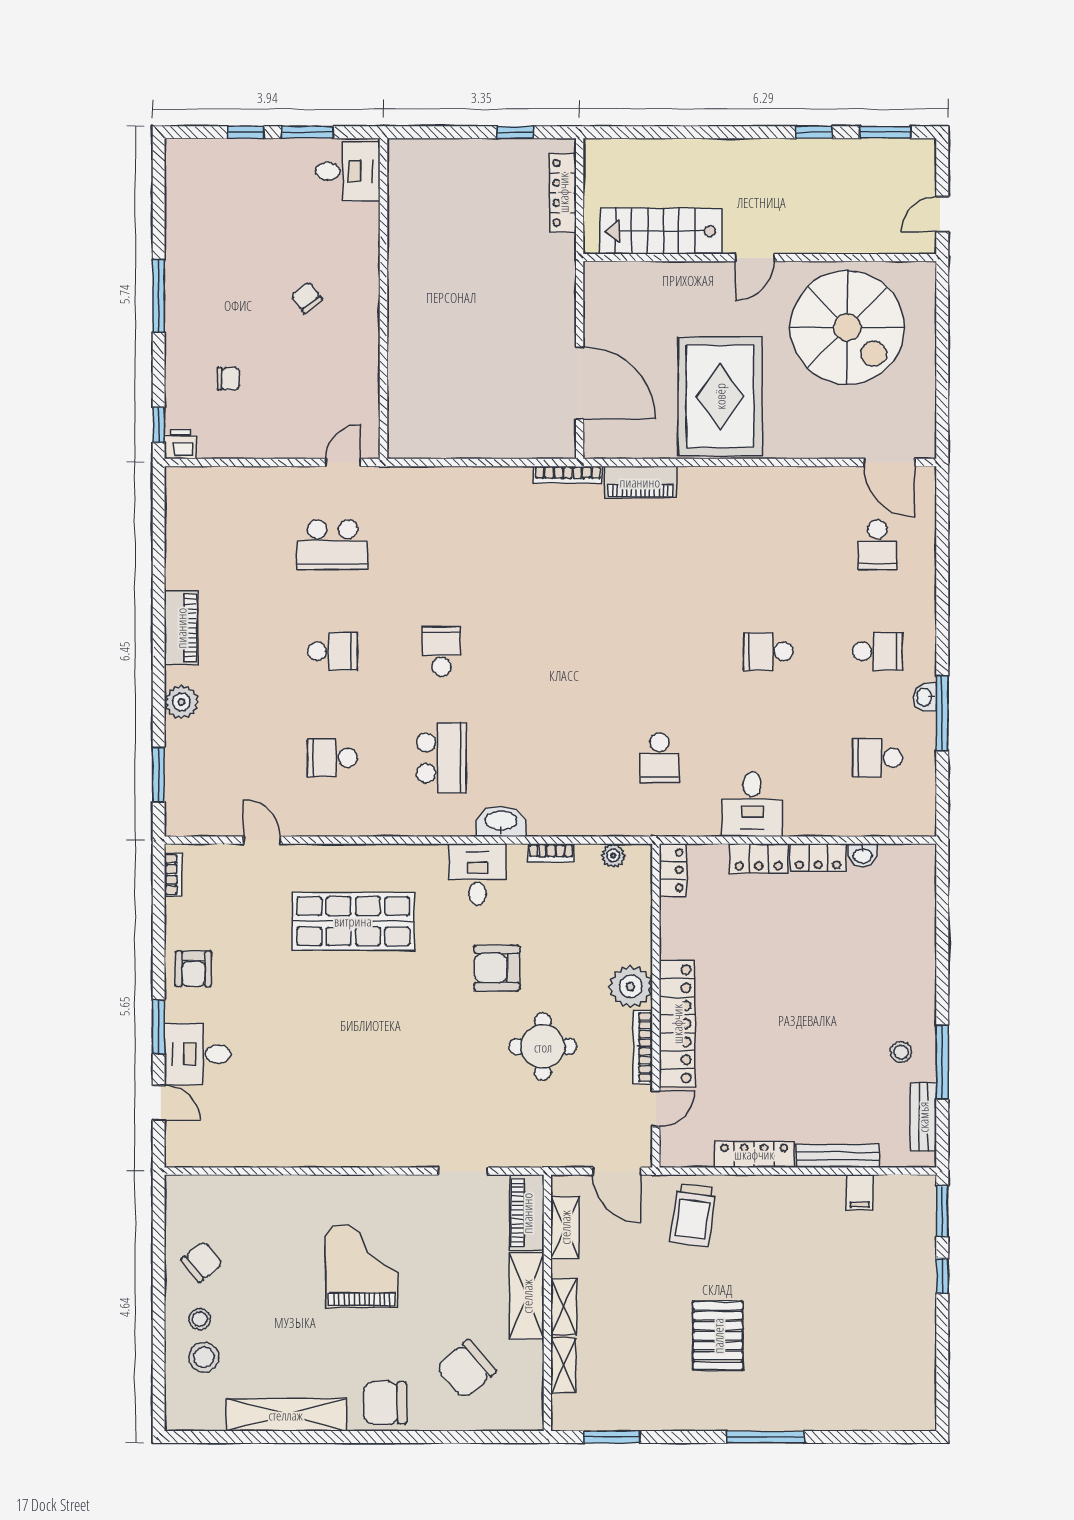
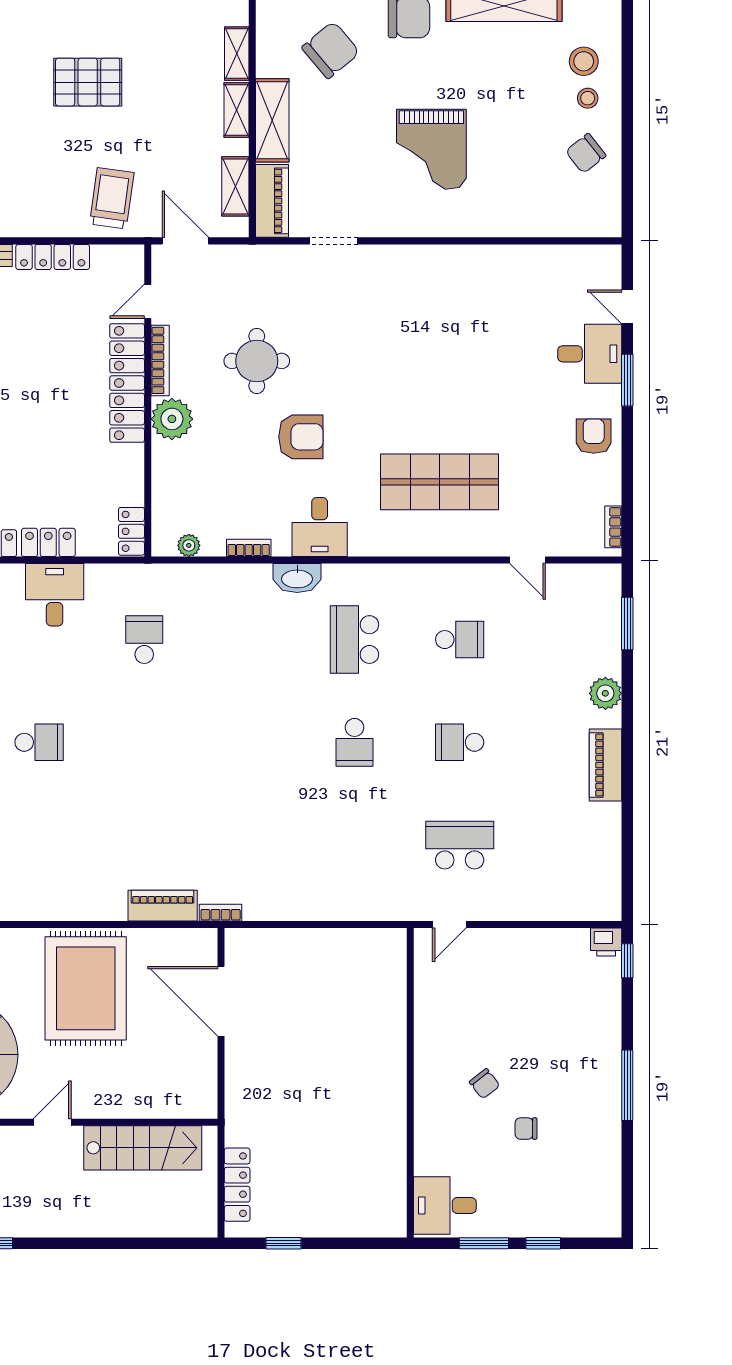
chair: (228, 379) -> (526, 1129), moved
bookcase: (568, 475) -> (221, 913), width x0.64
pallet: (718, 1336) -> (88, 82), turned 90

